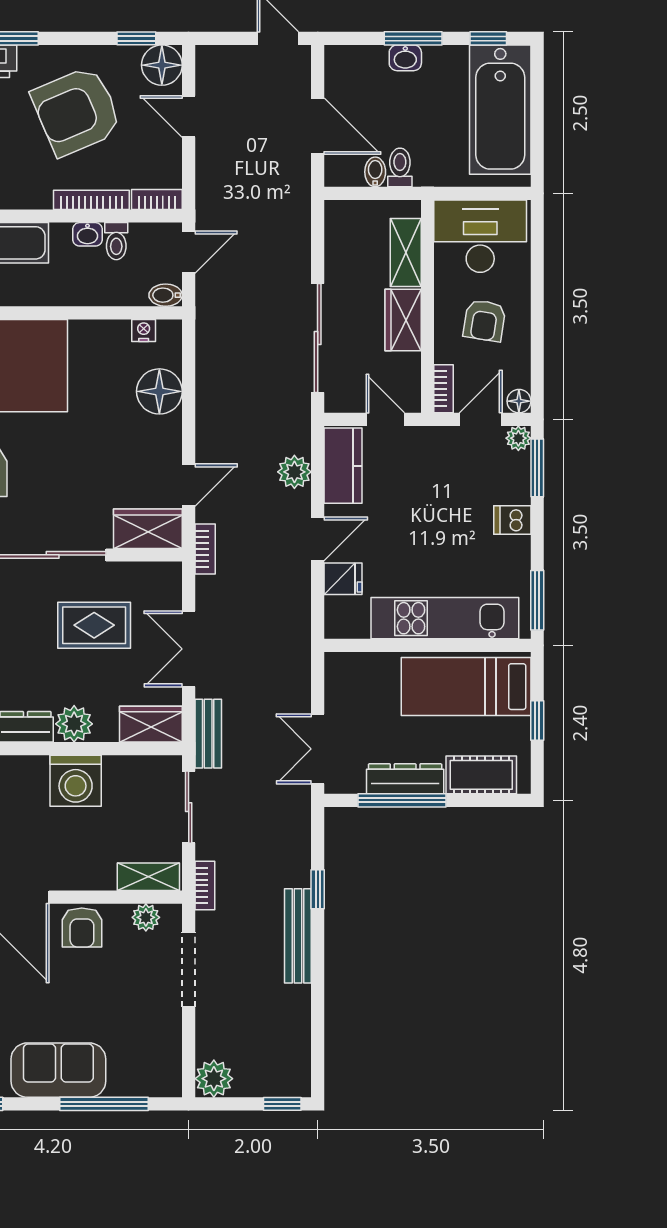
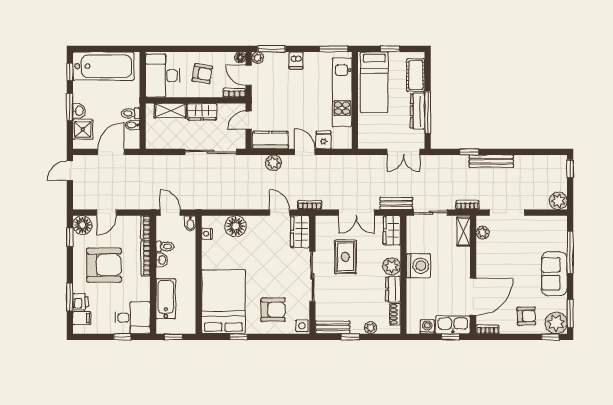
shower: (366, 66) -> (83, 129), added
armchair: (77, 111) -> (104, 265), turned -67
armchair: (82, 927) -> (487, 263), removed

